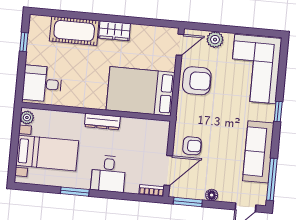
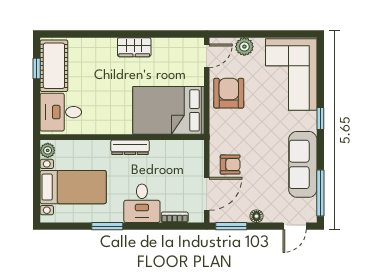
cot: (74, 31) -> (54, 66), moved, turned 90
armchair: (197, 81) -> (229, 93), turned -90
bookcase: (152, 190) -> (175, 217), moved

